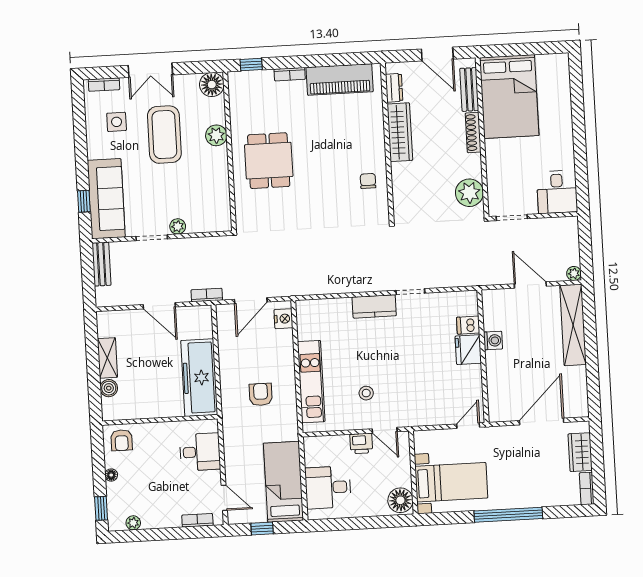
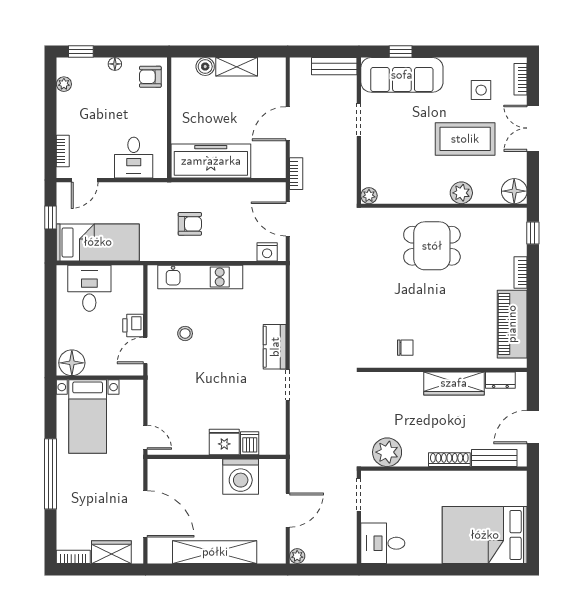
bed: (509, 96) -> (485, 535), moved
plant: (178, 226) -> (369, 196), moved
shelving: (573, 325) -> (215, 552), moved
washing machine: (493, 340) -> (241, 477), width x1.89, depth x1.89

